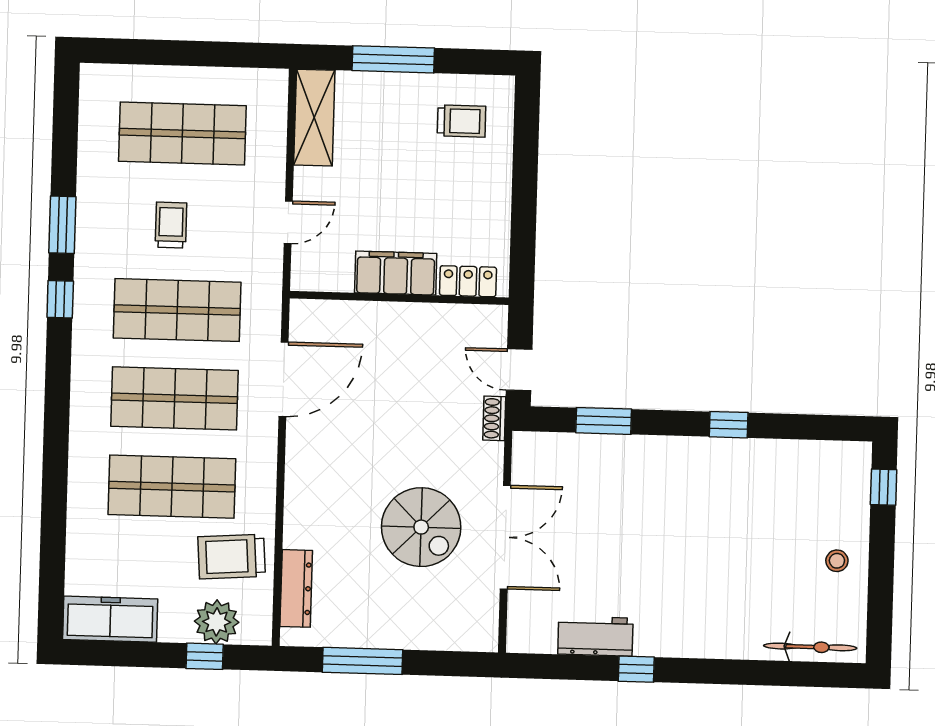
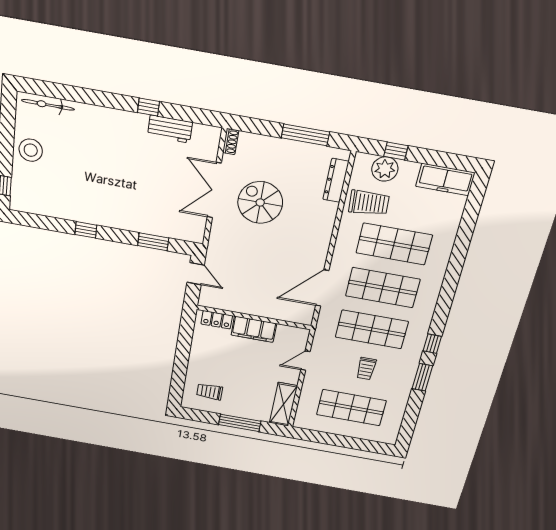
shoe rack: (494, 418) -> (231, 142), moved
stool: (837, 561) -> (31, 150), width x1.89, depth x1.89

